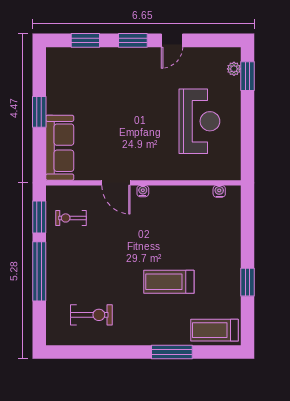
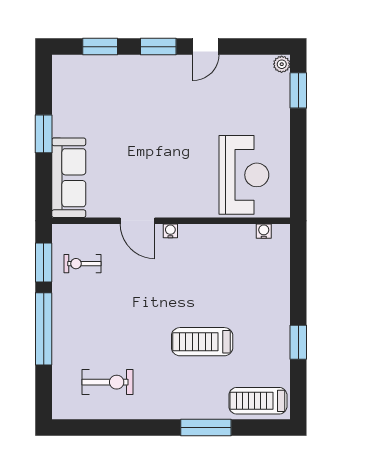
plant: (234, 69) -> (282, 64), moved
reception desk: (199, 121) -> (244, 175), moved

